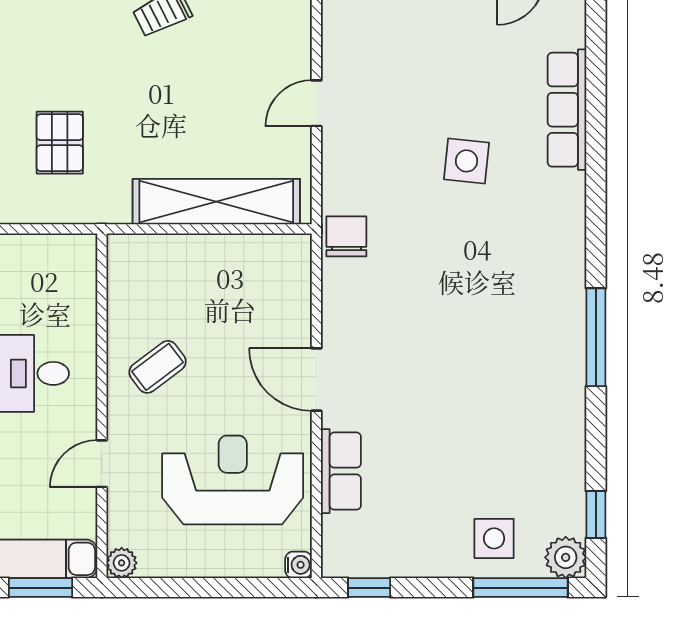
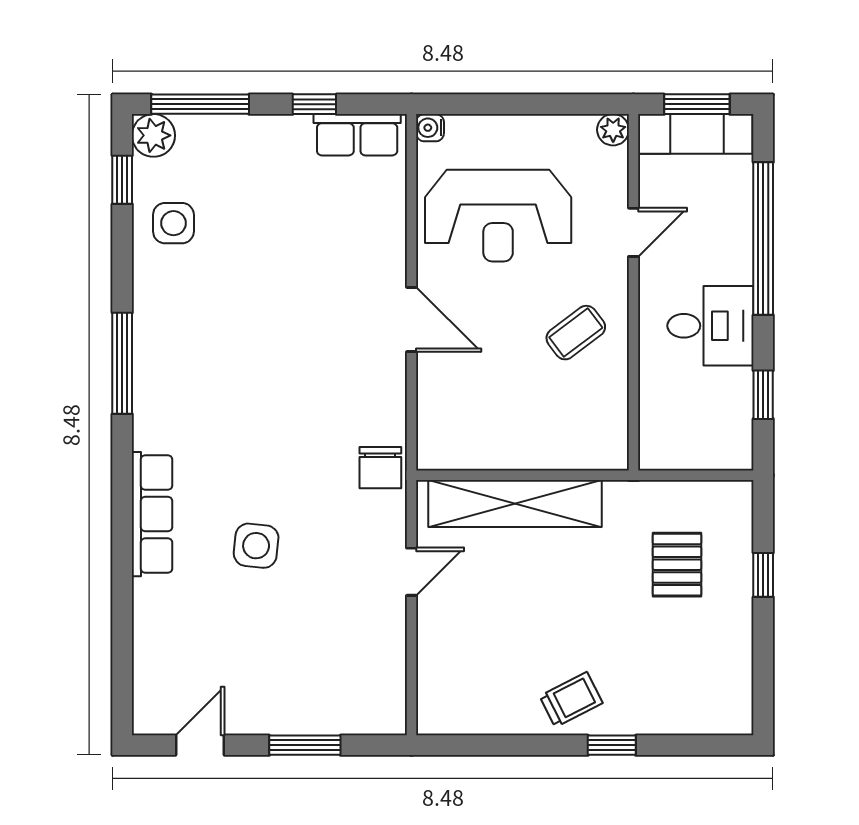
door: (316, 103) -> (412, 572), moved
row of seats: (567, 110) -> (152, 514), moved
row of seats: (341, 471) -> (357, 135), moved, turned -90
side table: (494, 538) -> (173, 223), moved
window: (369, 588) -> (314, 104), moved

